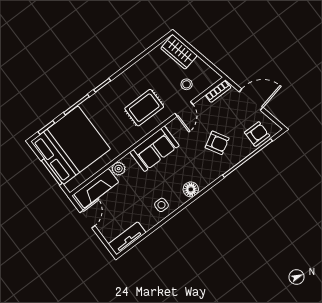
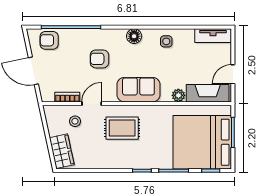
bookcase: (218, 91) -> (67, 97), moved
armchair: (217, 143) -> (99, 59), moved, turned -60

